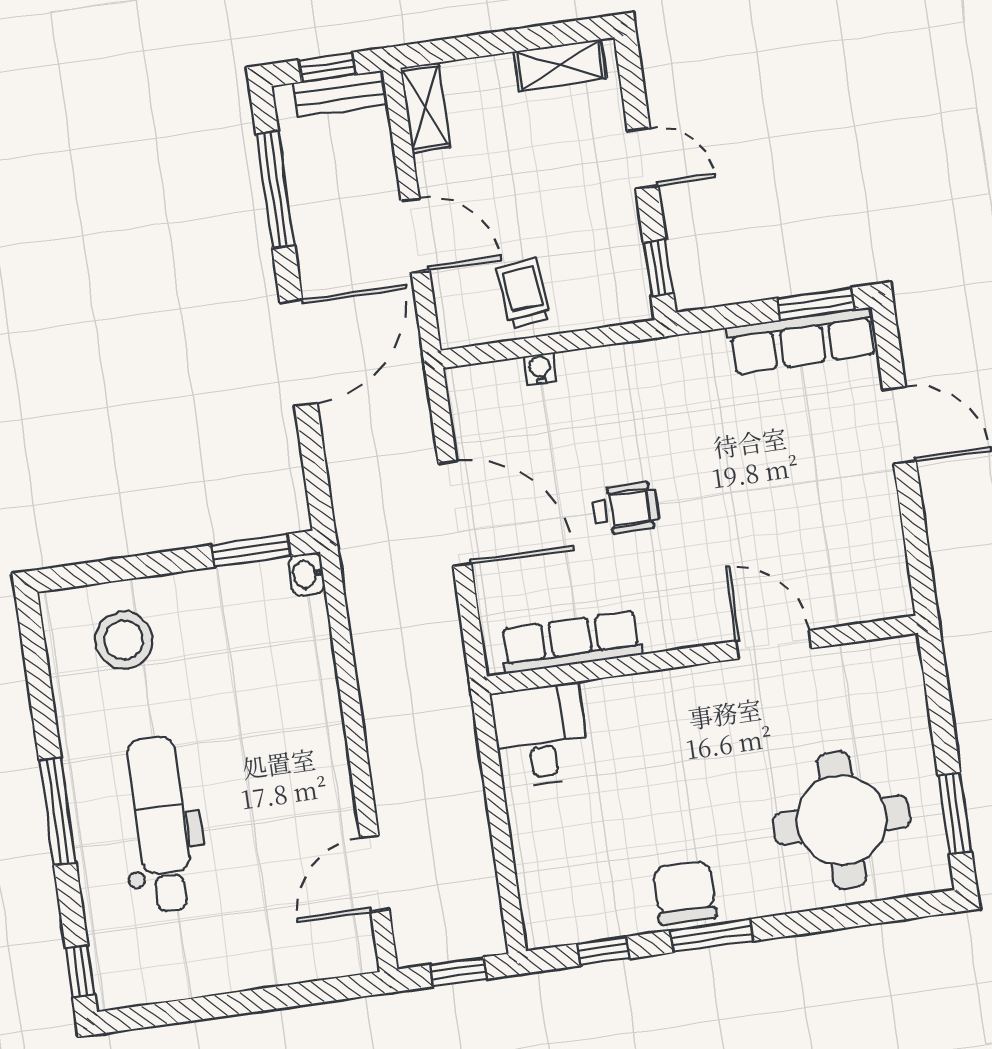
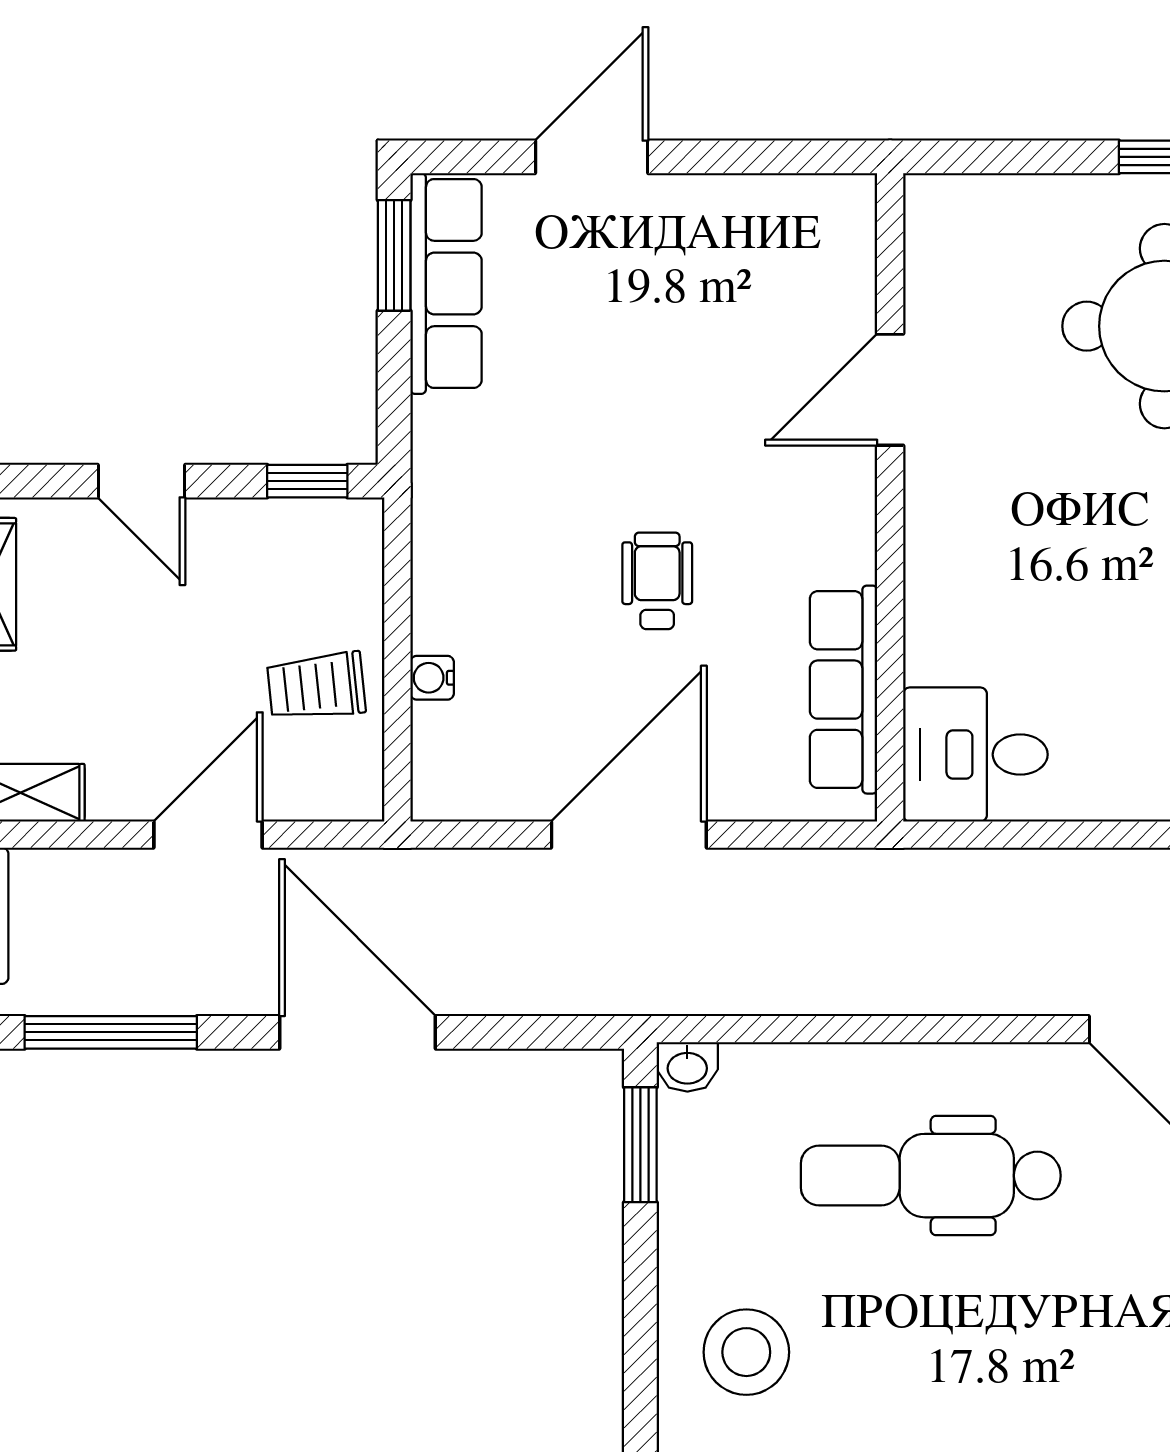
door: (643, 158) -> (142, 481), swing flipped
dental chair: (161, 824) -> (931, 1176), moved

